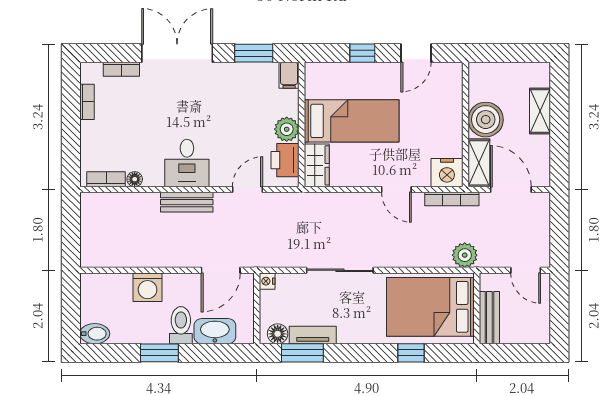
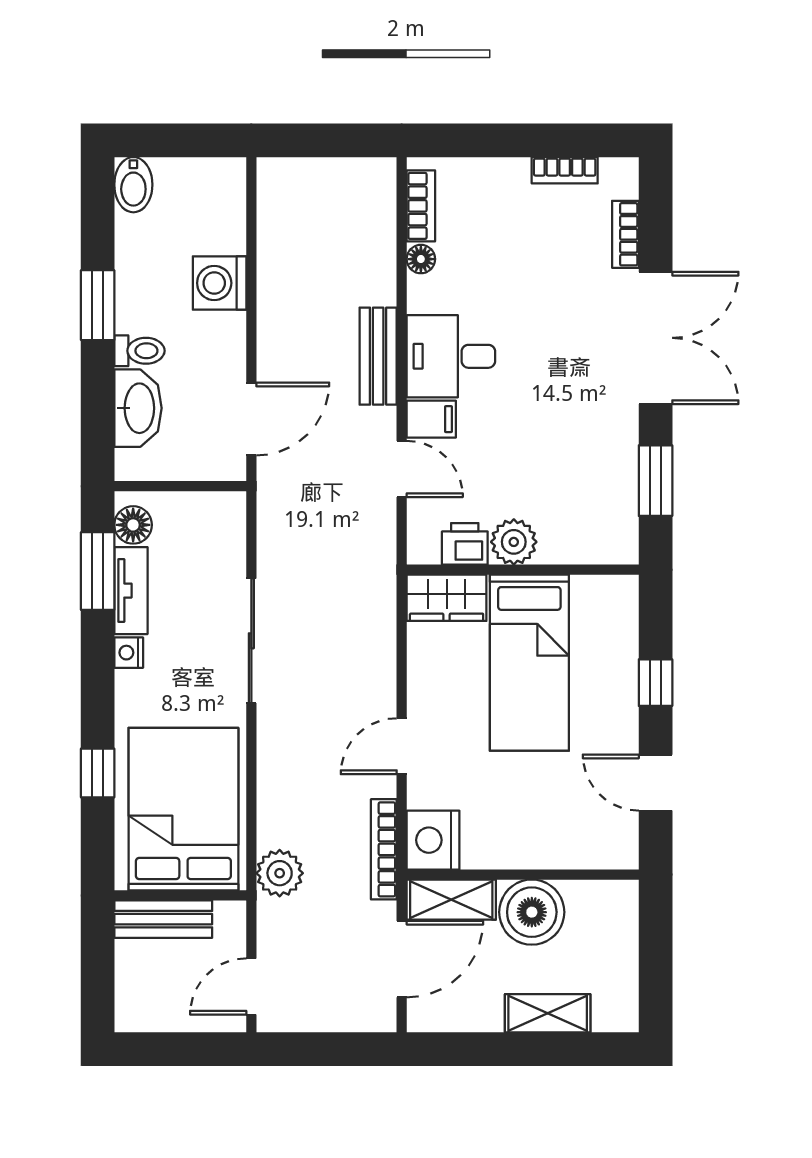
filing cabinet: (289, 75) -> (431, 419), moved, turned 180
printer: (285, 160) -> (465, 544), width x0.73, depth x0.81
door: (221, 270) -> (251, 419), swing flipped
nightstand: (267, 281) -> (129, 653), moved, turned -90
toilet: (181, 325) -> (139, 351), width x0.73, depth x0.72

